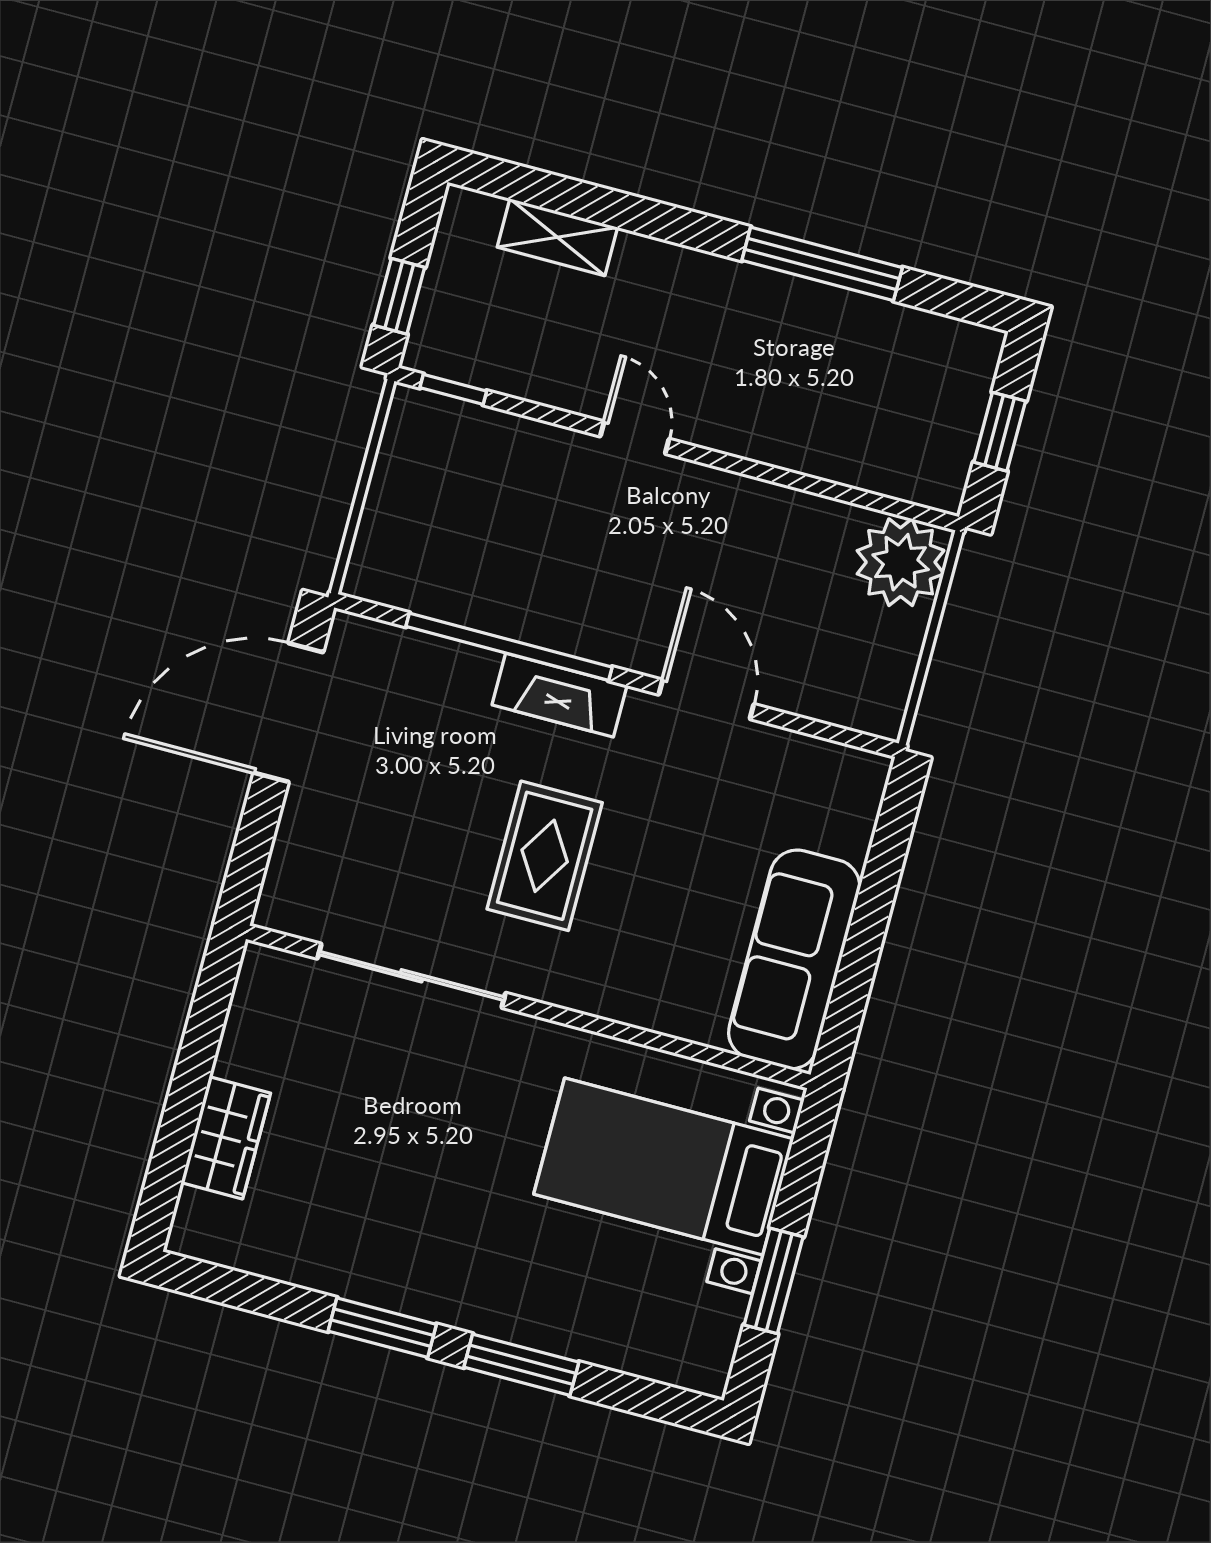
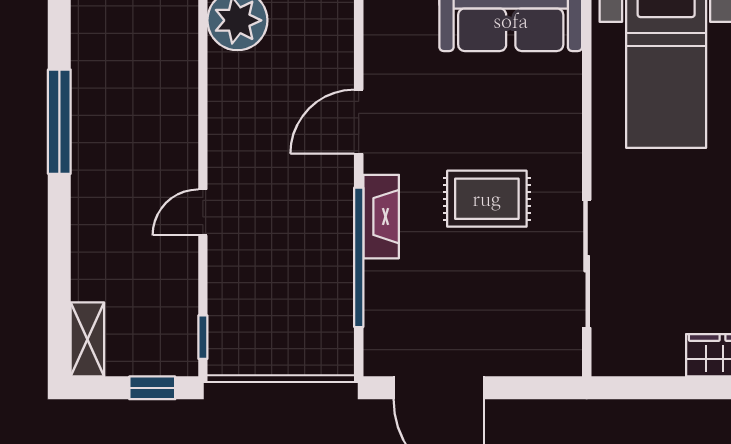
shelving: (557, 237) -> (87, 339), moved

